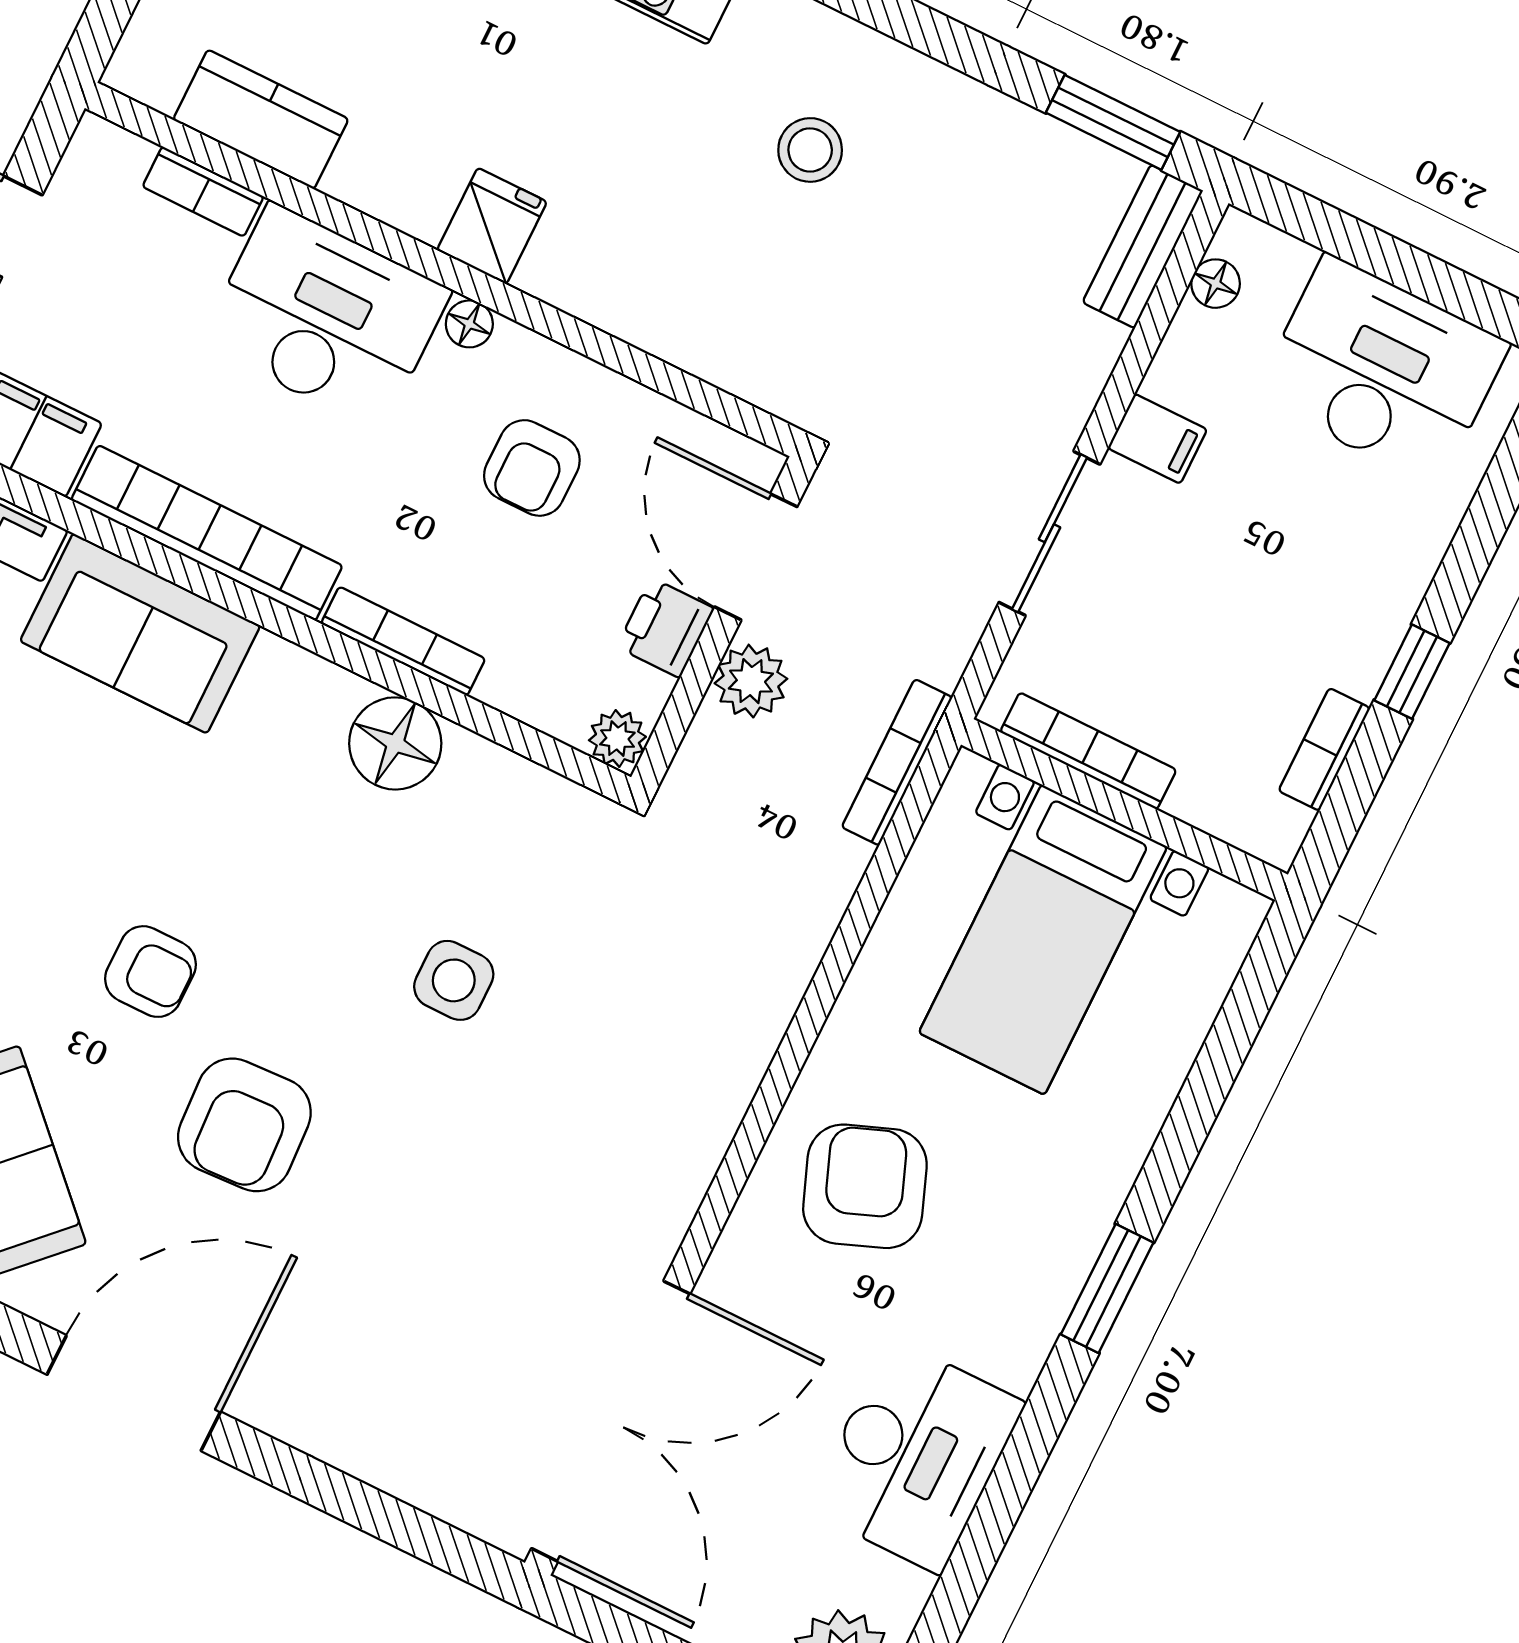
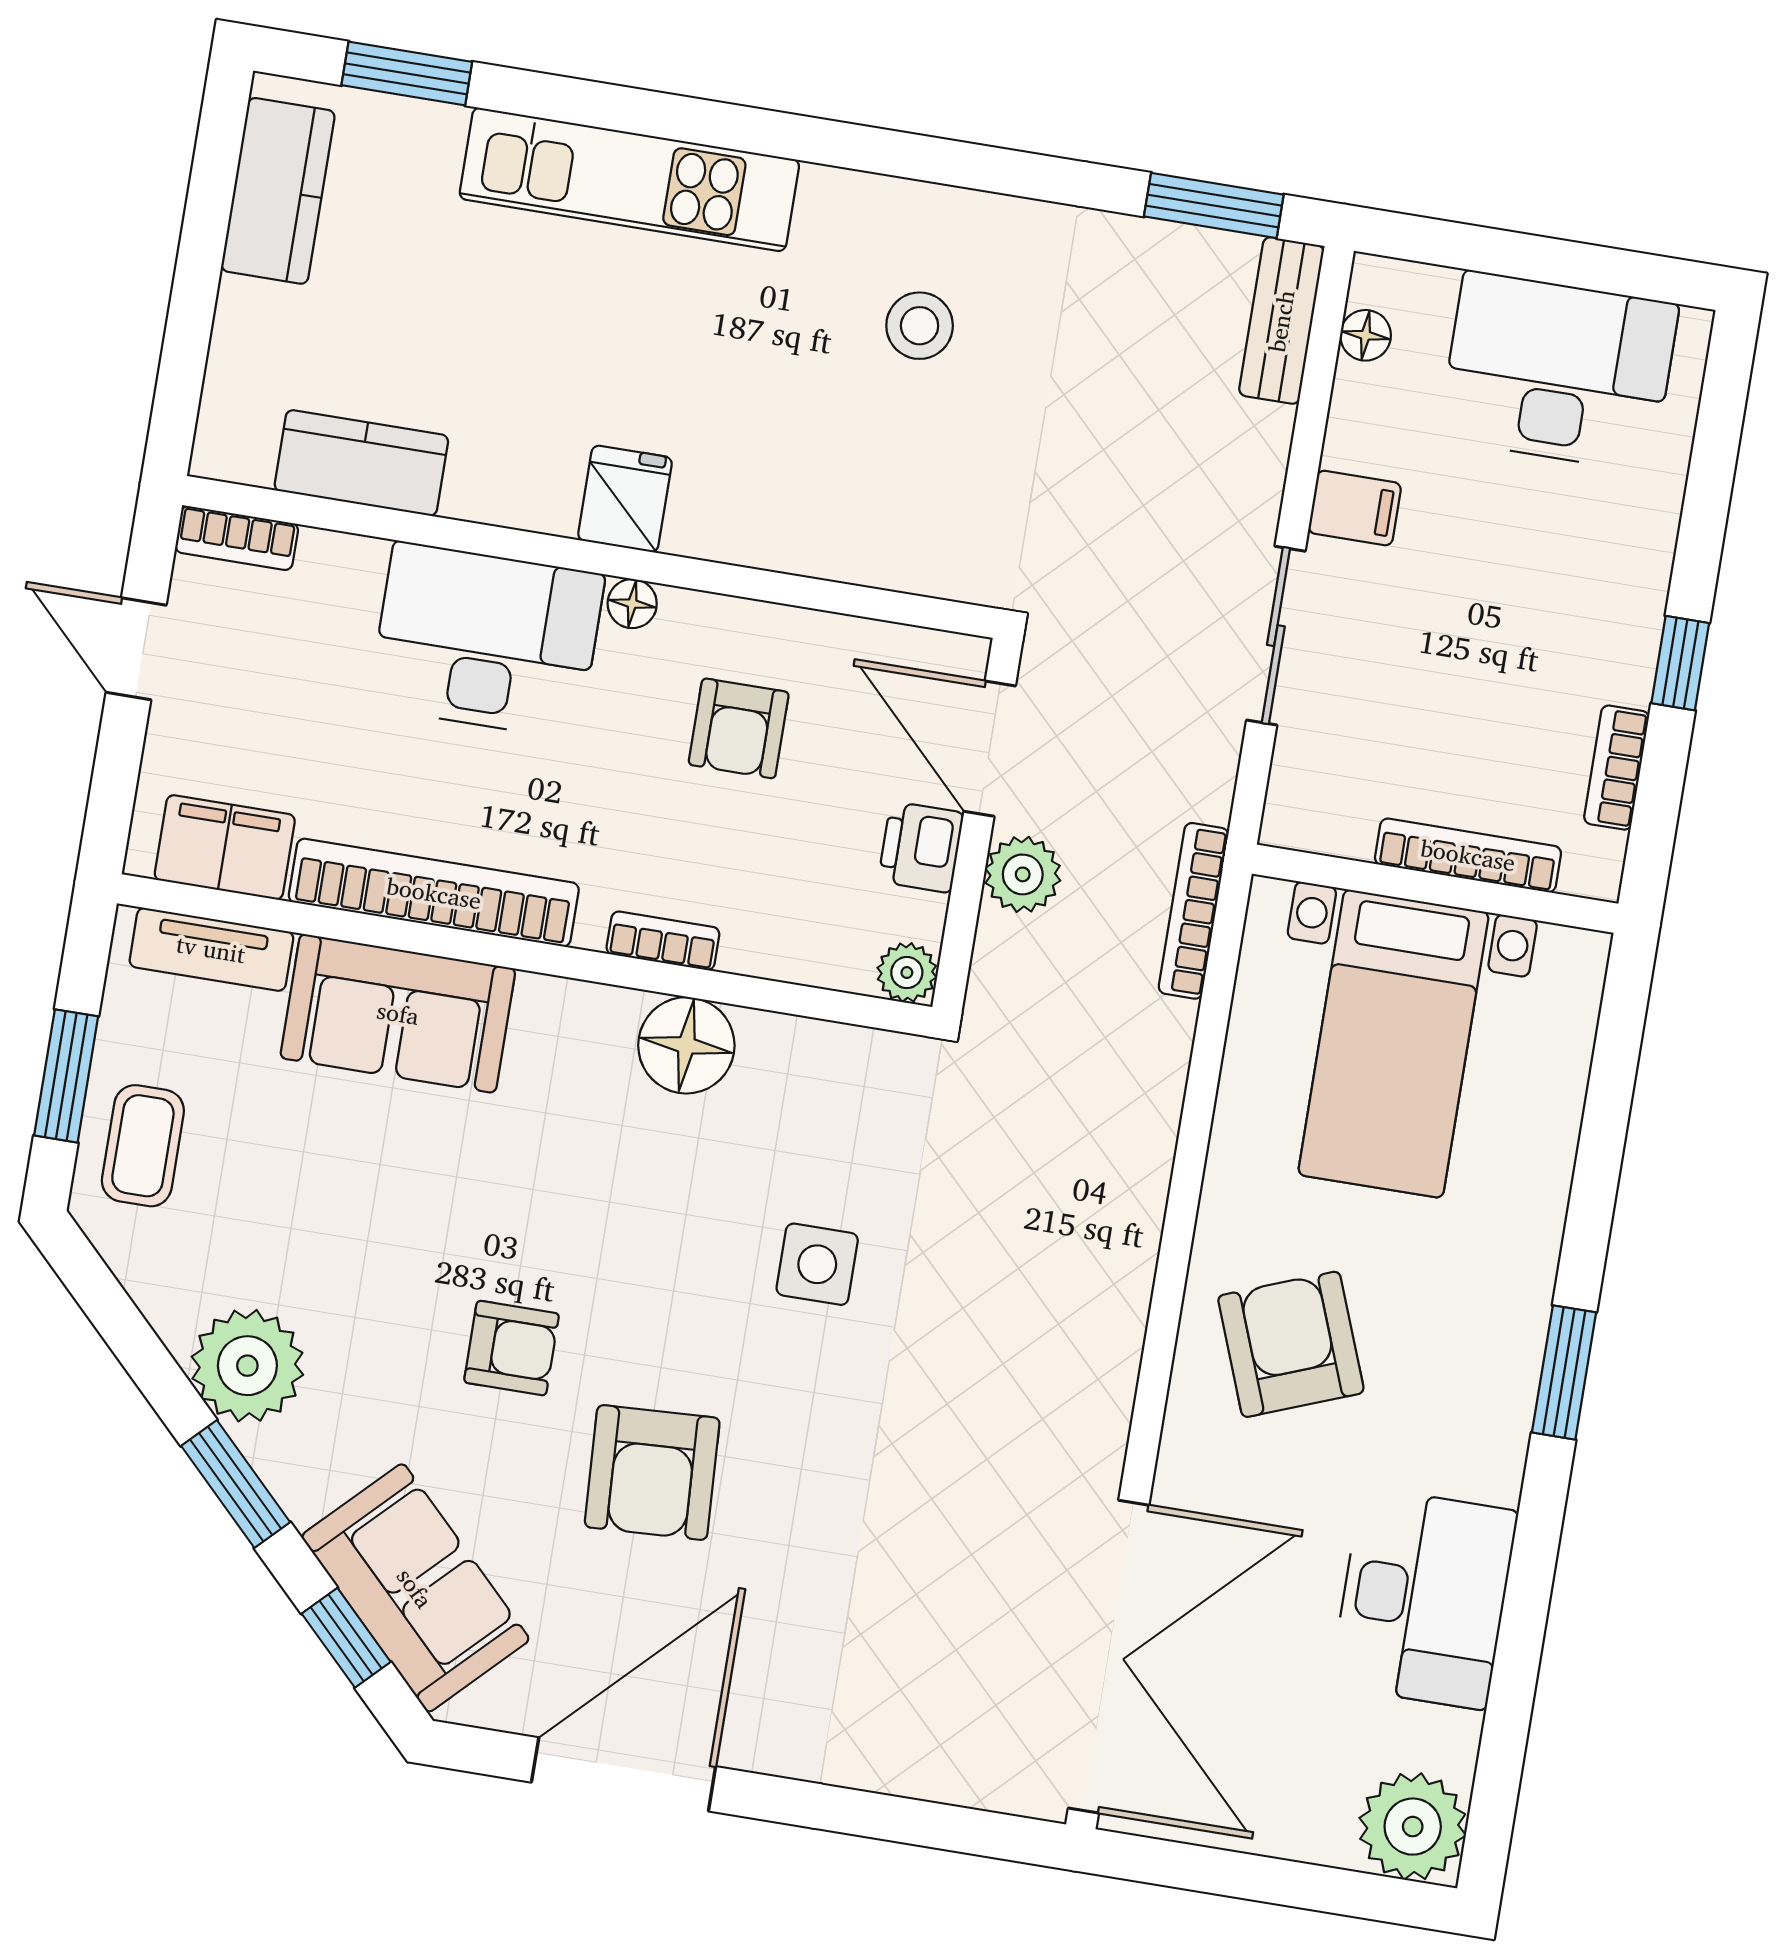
bookcase: (203, 192) -> (237, 538), moved
bookcase: (403, 641) -> (663, 941), width x0.64
bookcase: (1088, 751) -> (1468, 855), moved

